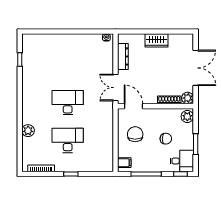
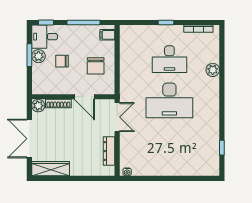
wardrobe: (156, 40) -> (51, 169), moved, width x1.50
desk: (68, 103) -> (169, 100), width x1.36, depth x1.30
door: (133, 106) -> (84, 97), moved
plant: (187, 116) -> (39, 56), moved

